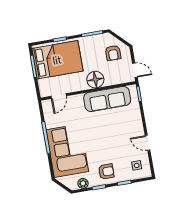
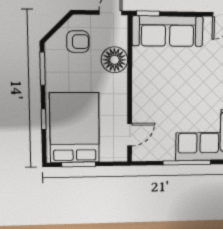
floor lamp: (95, 80) -> (114, 60), moved
door: (59, 96) -> (130, 135), hinge flipped
sofa: (107, 99) -> (168, 31), moved, turned 90

